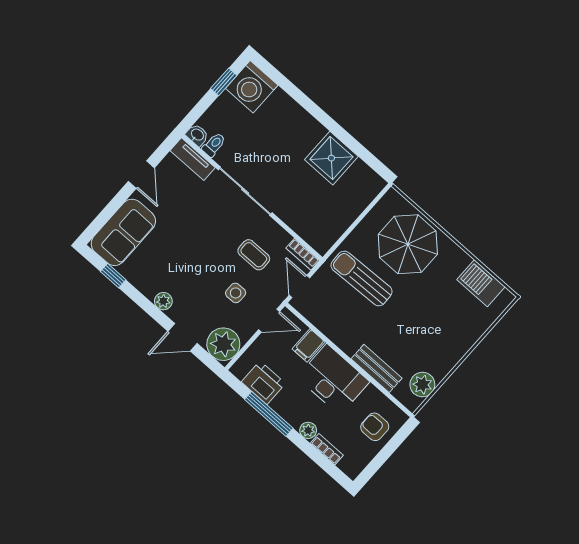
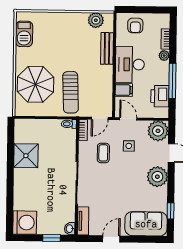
window: (224, 82) -> (52, 238), moved
toilet: (214, 145) -> (69, 124), moved
plant: (163, 301) -> (157, 177), width x1.87, depth x1.87

